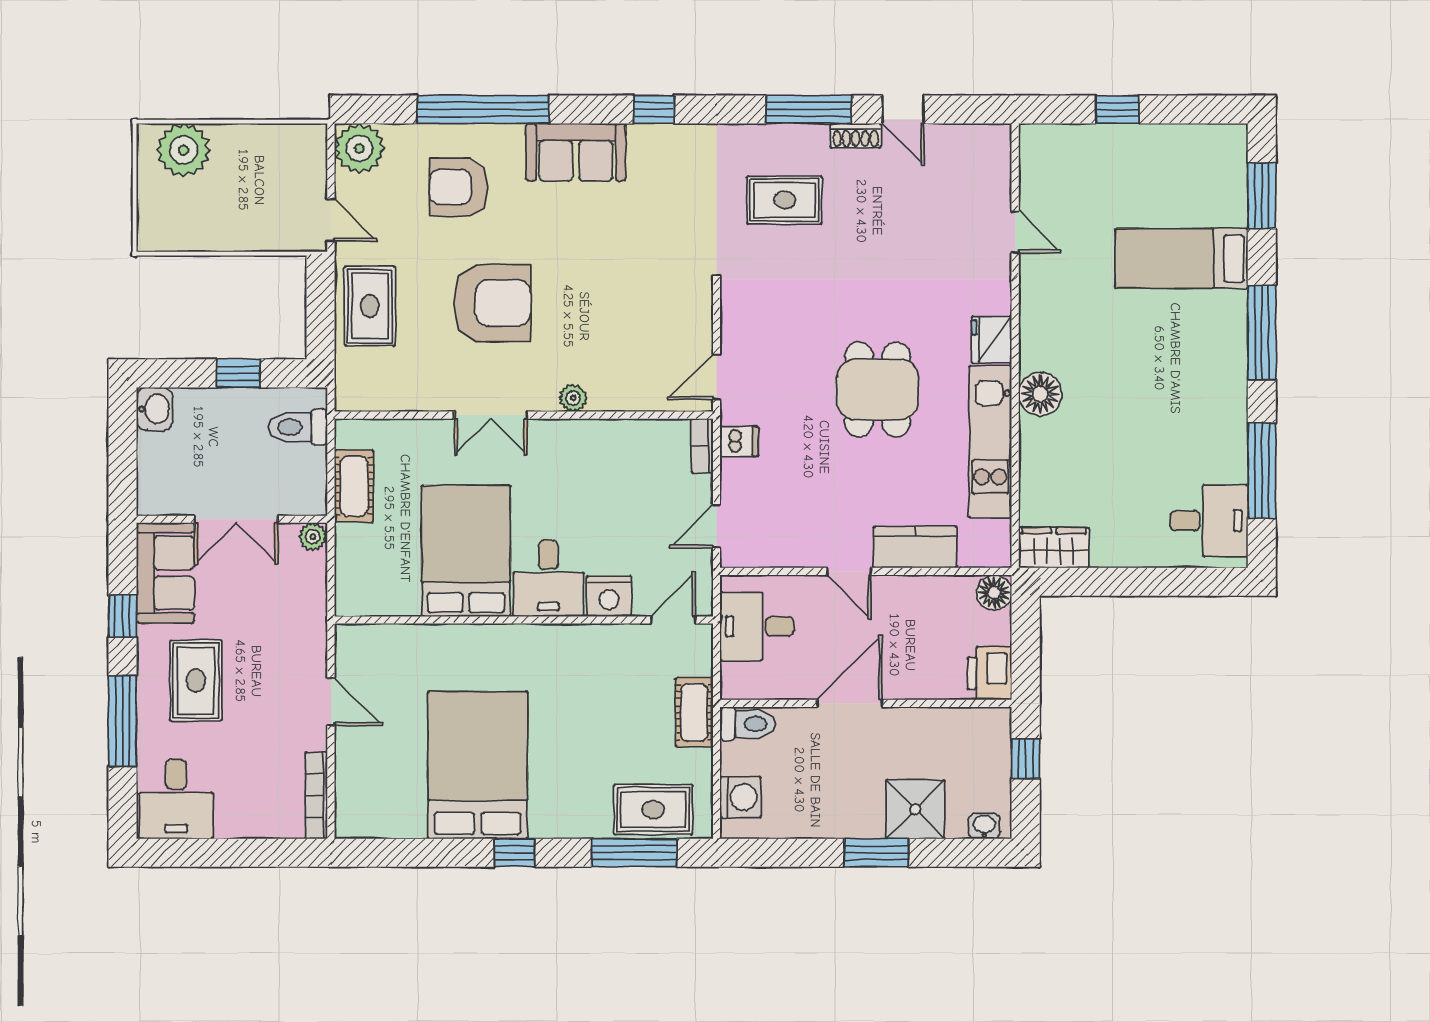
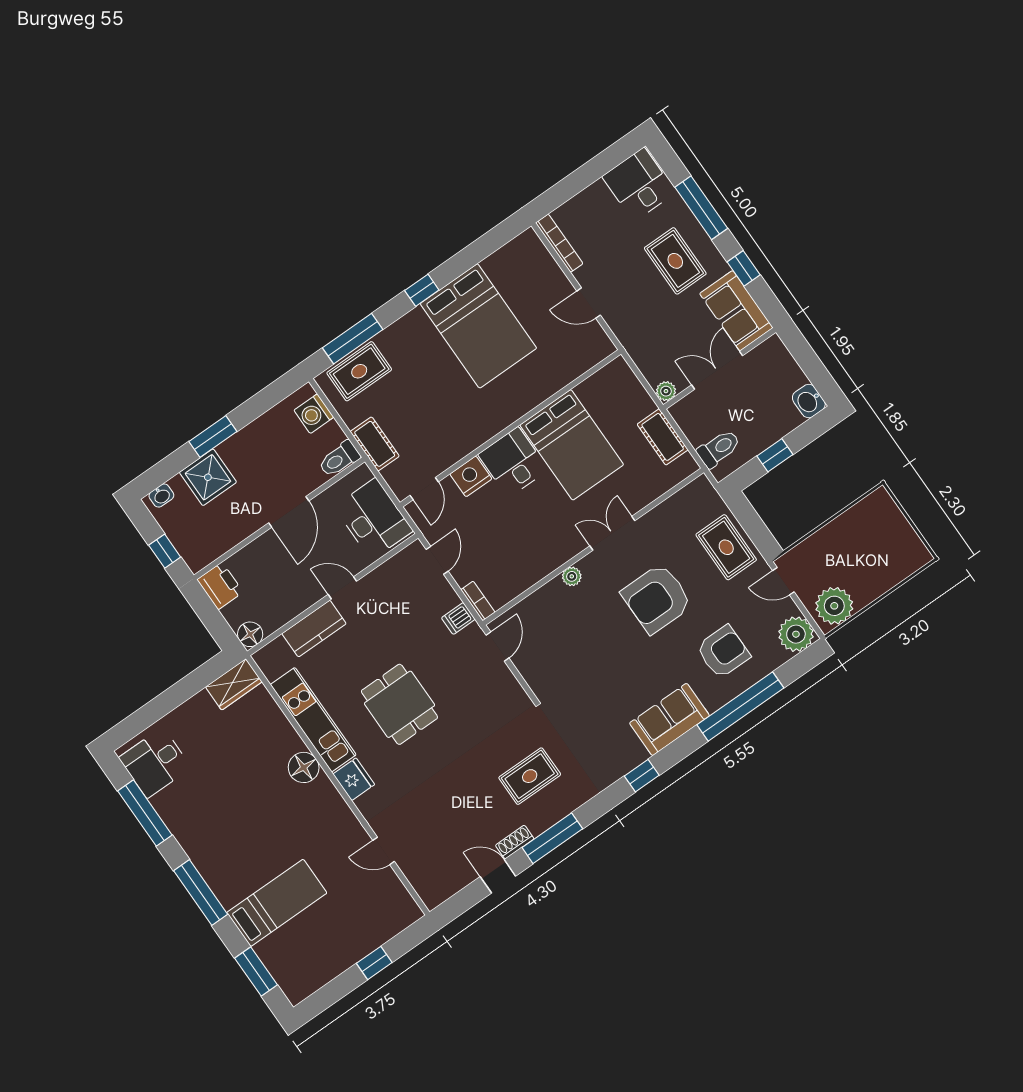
plant: (184, 150) -> (834, 606), moved
desk: (757, 626) -> (373, 519), width x1.37

